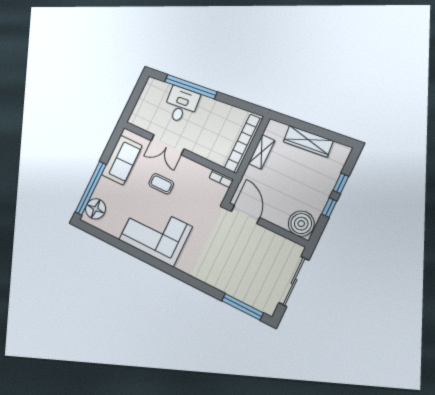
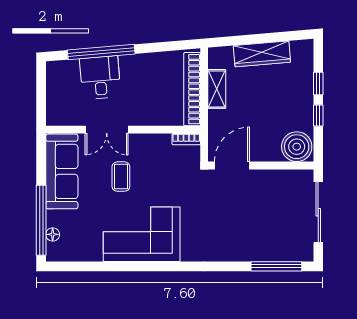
sofa: (122, 160) -> (62, 171), width x1.36
coffee table: (161, 184) -> (121, 177), turned 90
floor lamp: (96, 209) -> (53, 234), width x0.53, depth x0.53
door: (246, 214) -> (232, 165), hinge flipped

